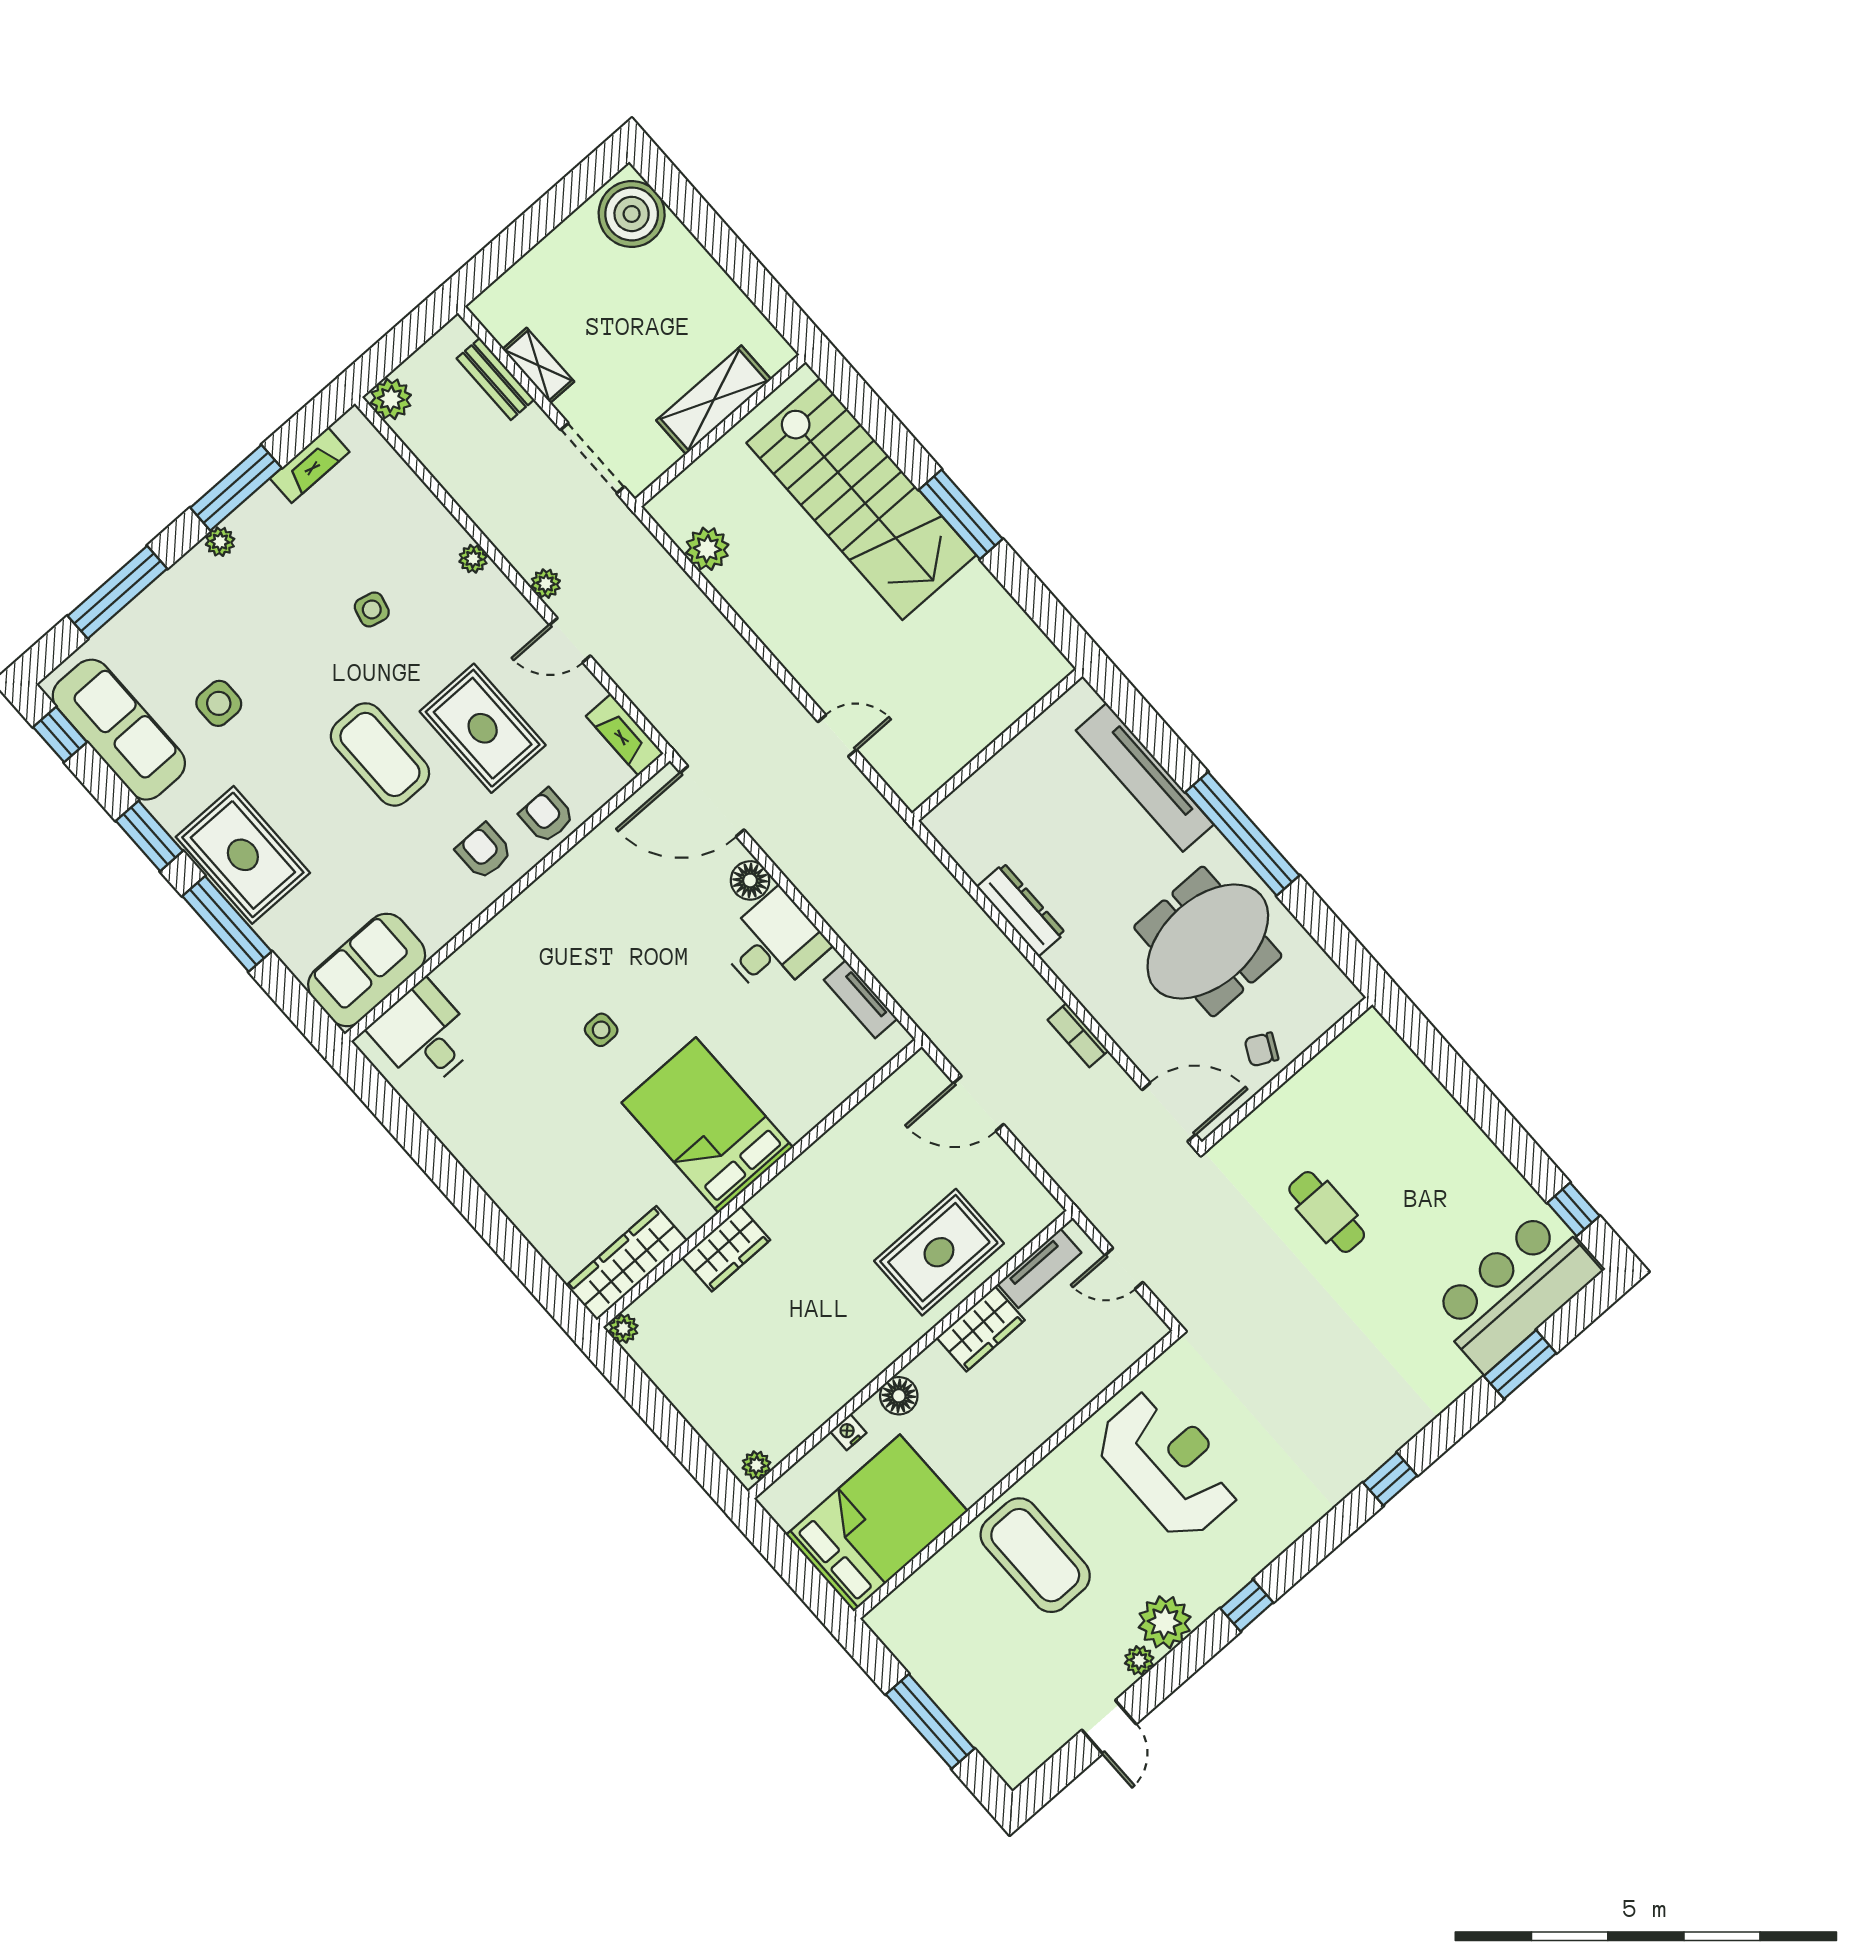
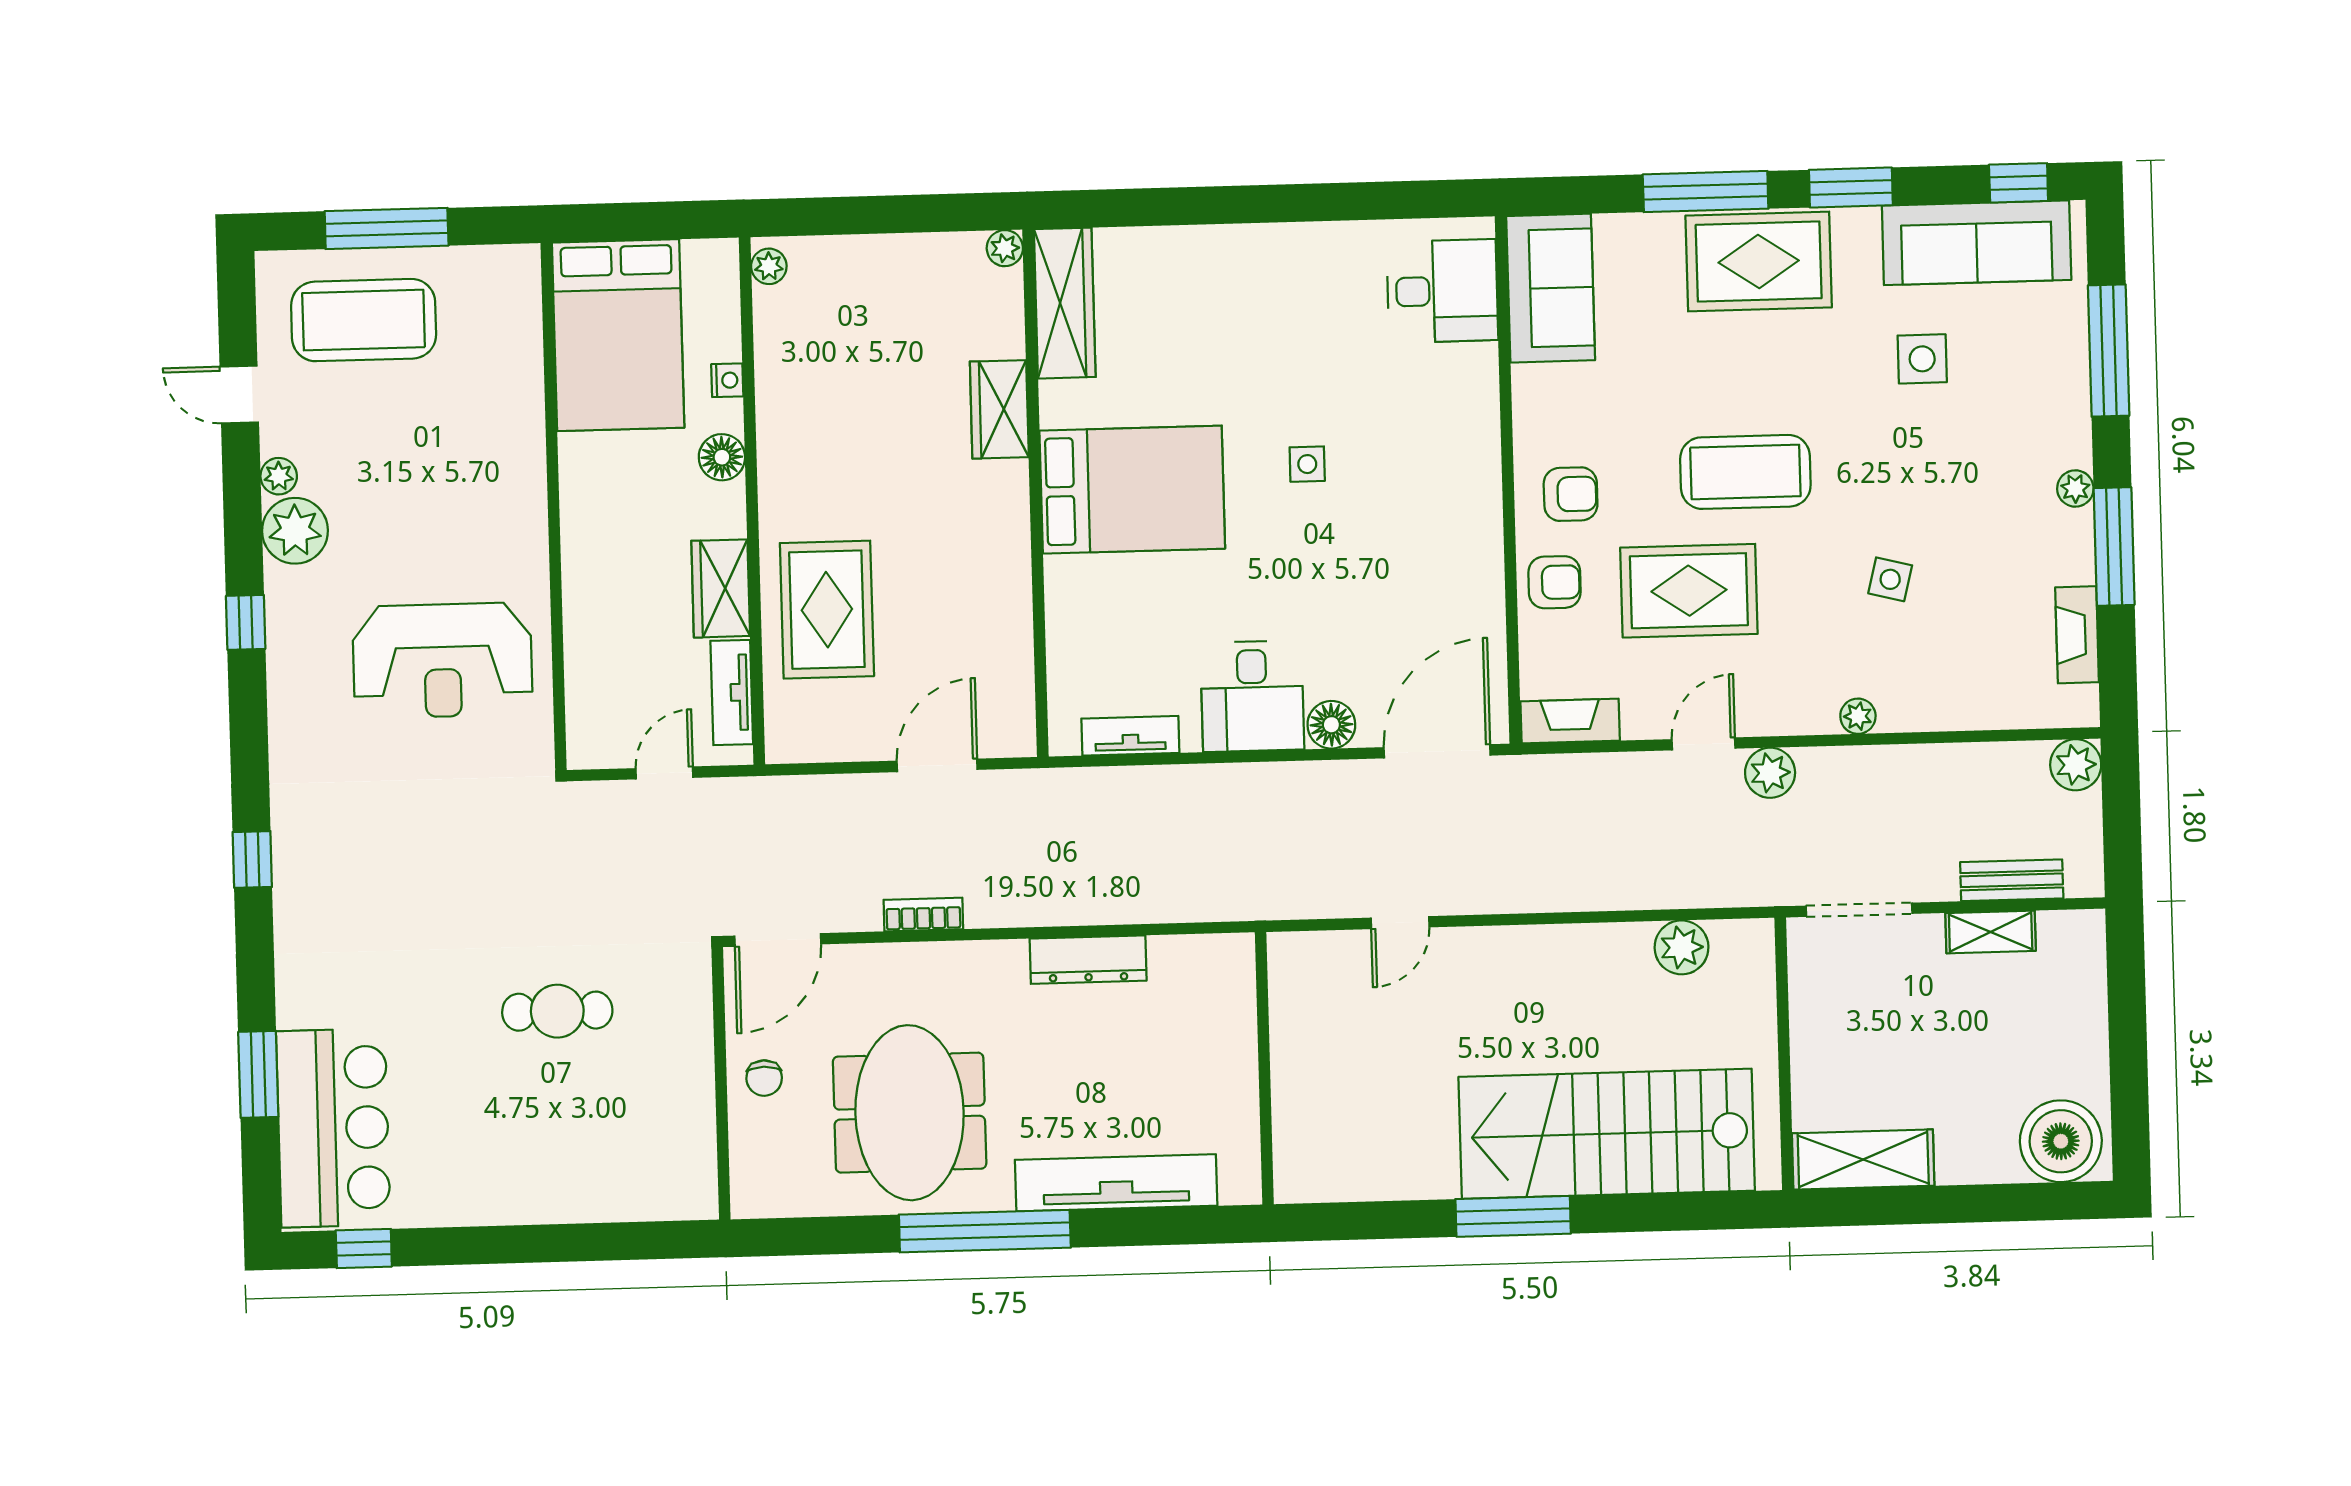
shelving: (714, 400) -> (1863, 1159), moved, turned 90
plant: (546, 584) -> (1770, 773), width x1.38, depth x1.38
chair: (1261, 1049) -> (764, 1078), turned 153
coffee table: (1035, 1555) -> (364, 320), moved

